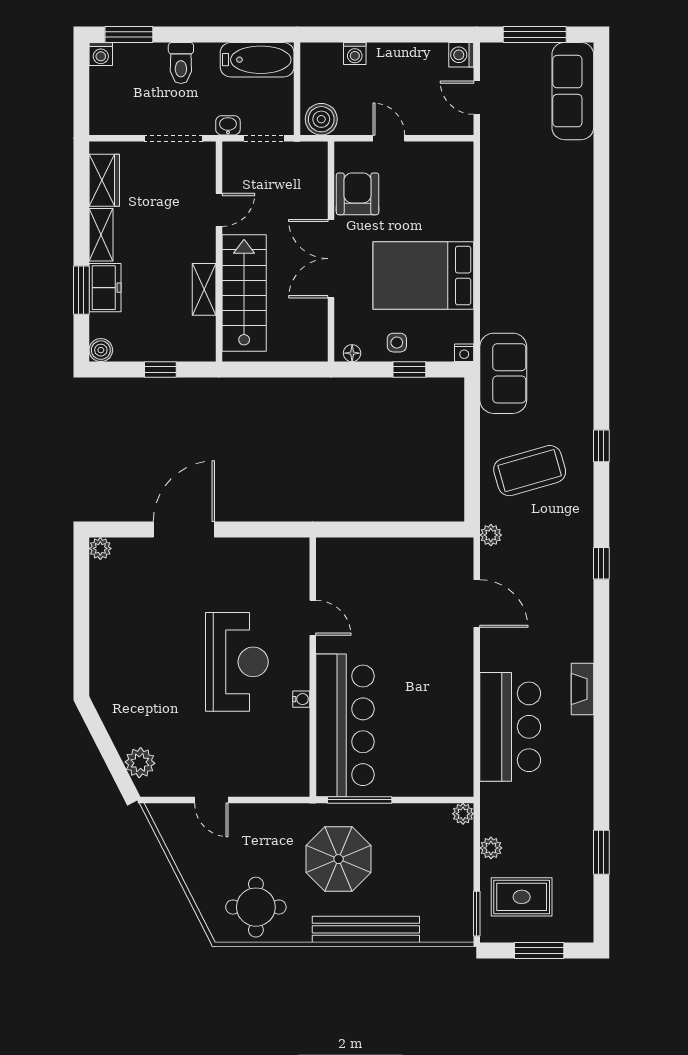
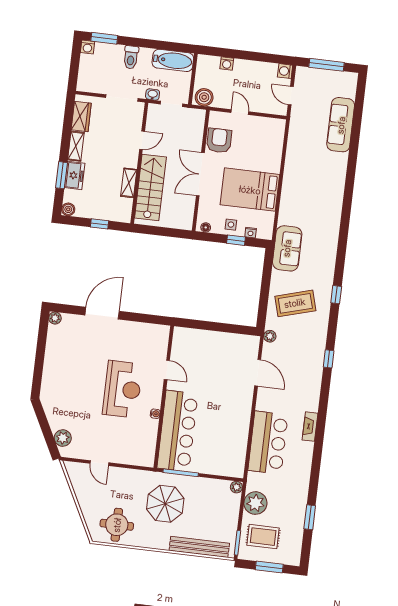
sofa: (573, 91) -> (341, 125), moved
nightstand: (464, 353) -> (251, 233), moved
plant: (491, 848) -> (255, 503), width x1.88, depth x1.88
bench: (366, 929) -> (199, 547), moved

